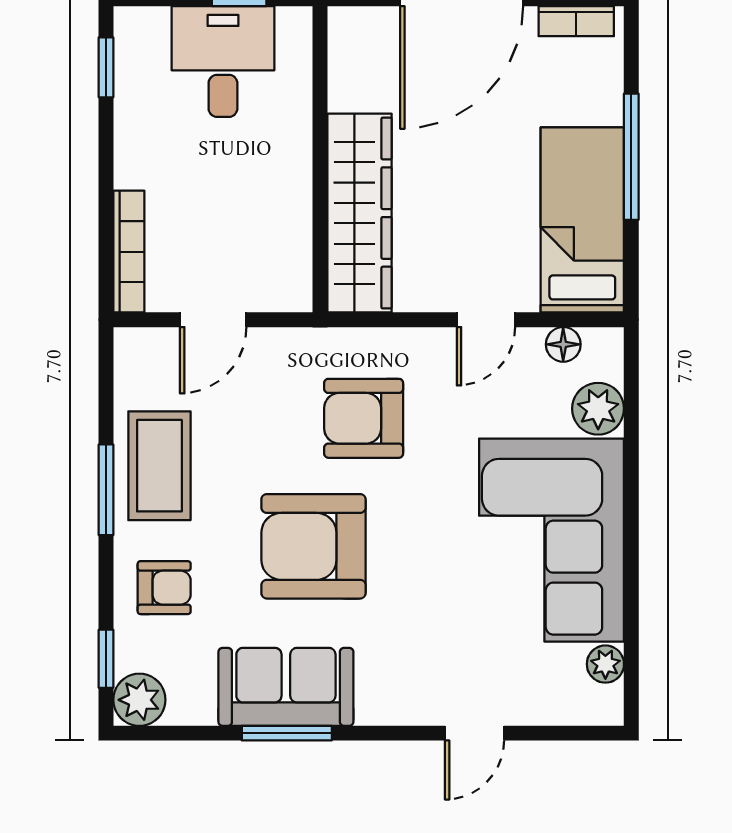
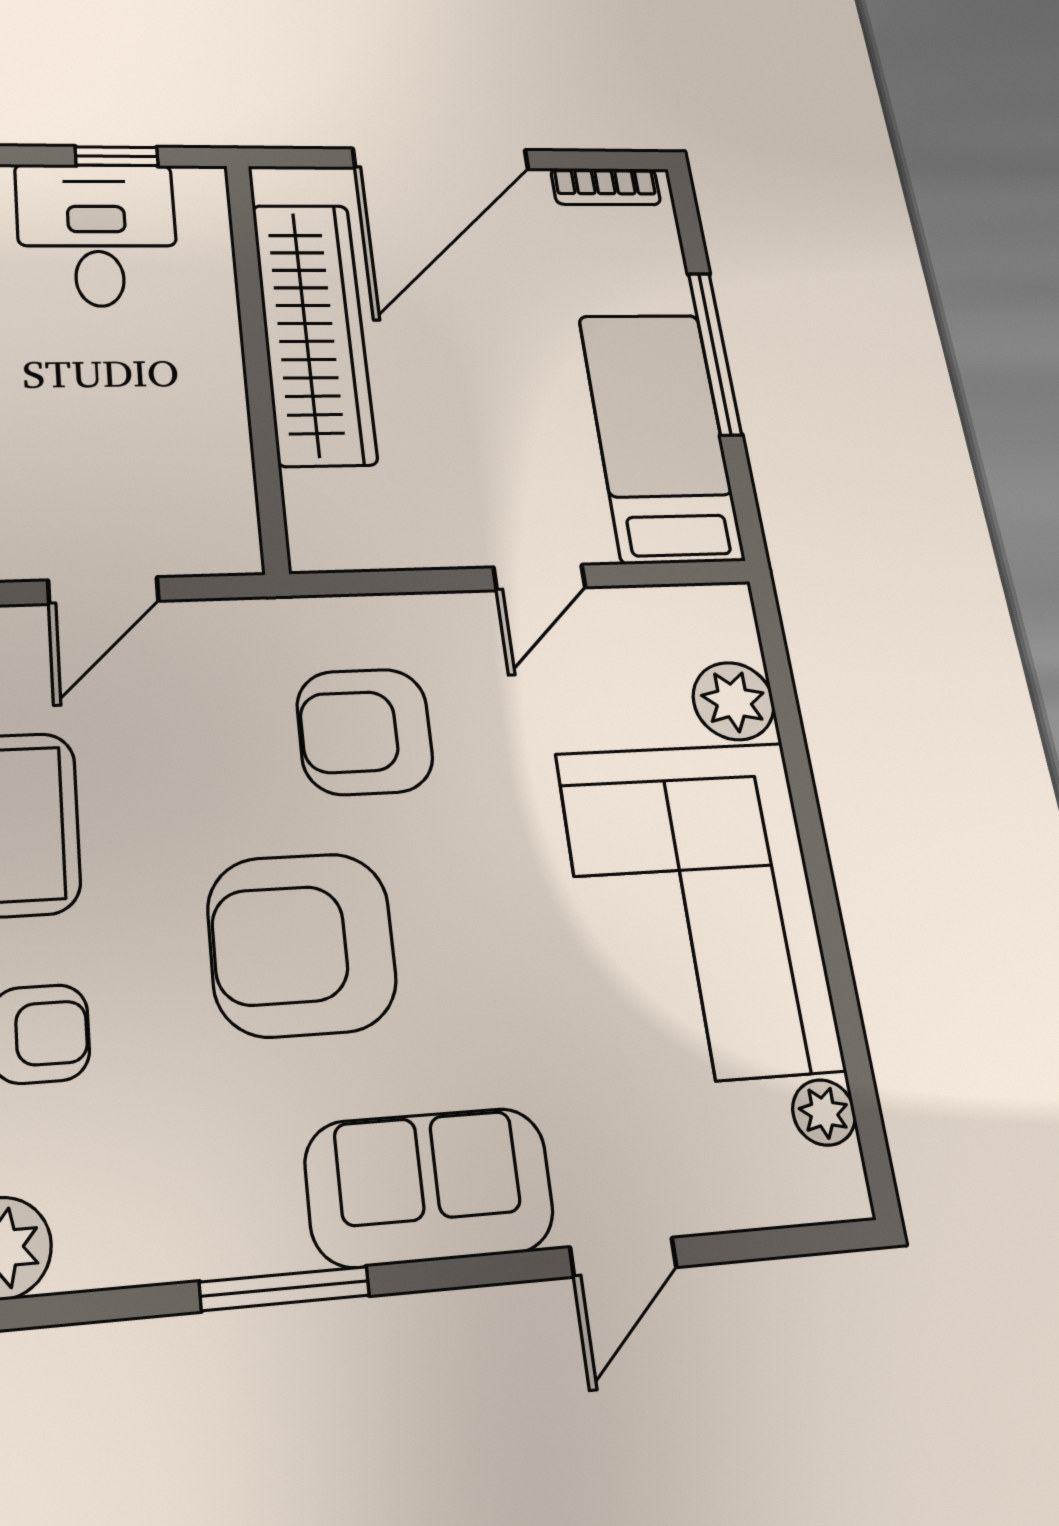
wardrobe: (359, 213) -> (314, 332), moved
floor lamp: (563, 344) -> (663, 609), removed
sofa: (286, 687) -> (429, 1187), moved

